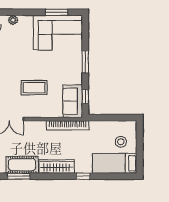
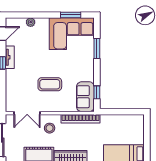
window: (85, 62) -> (97, 48), moved
stool: (121, 142) -> (50, 128), moved

